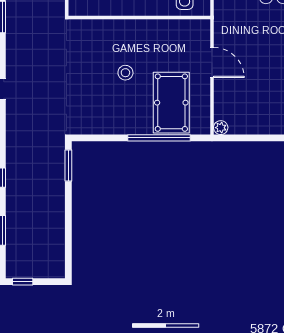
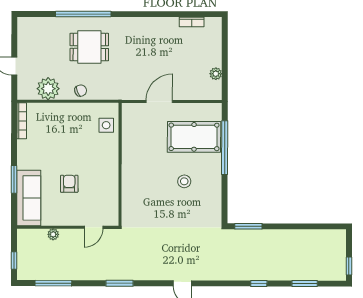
stool: (125, 73) -> (184, 181), moved
plant: (221, 128) -> (216, 74), moved

